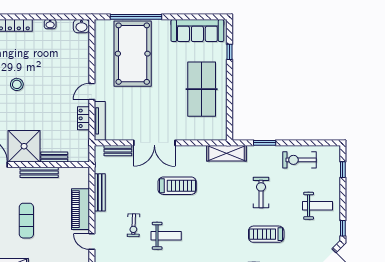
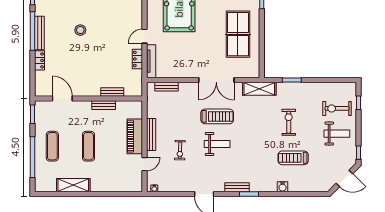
double door: (154, 143) -> (216, 80), moved
shower: (24, 146) -> (87, 83), removed
exercise bike: (299, 160) -> (337, 108), moved
bench: (39, 172) -> (104, 105), width x0.73
bench: (100, 192) -> (151, 135), moved
weight bench: (166, 236) -> (217, 144), moved
door: (92, 242) -> (144, 164), swing flipped

